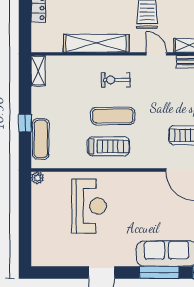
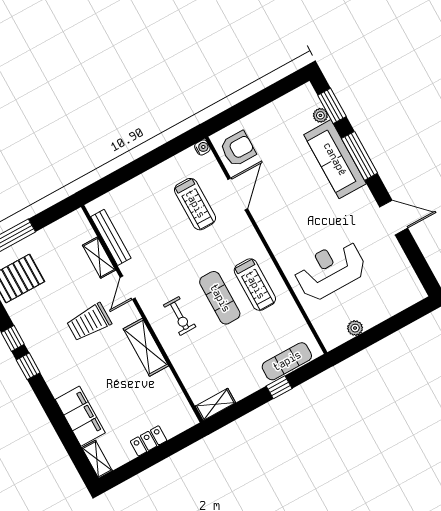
shelving: (96, 43) -> (146, 347), width x0.68
treadmill: (108, 146) -> (255, 285), turned 180
plant: (38, 178) -> (355, 328), moved

